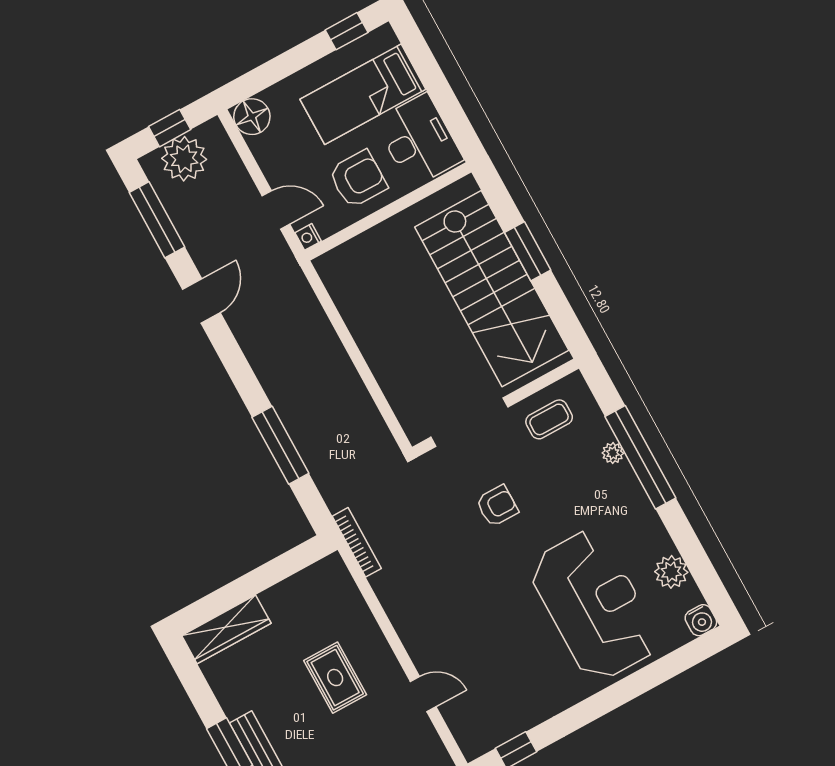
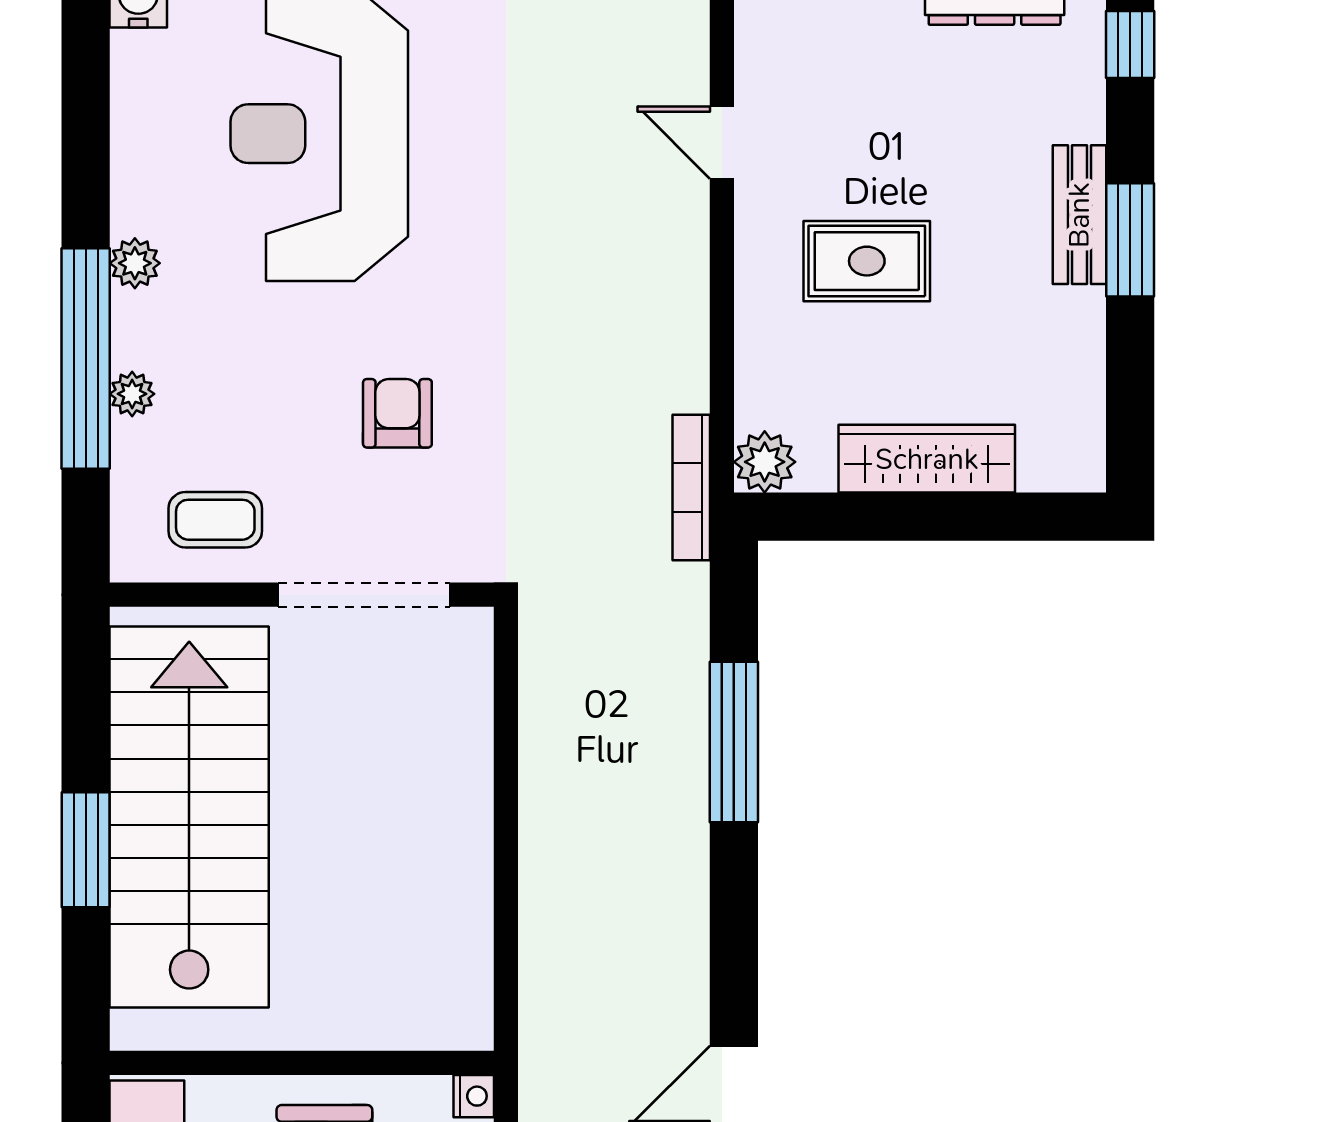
armchair: (497, 506) -> (397, 413), turned 90
plant: (332, 570) -> (765, 462), added
plant: (671, 572) -> (135, 263), moved, width x0.73, depth x0.73
wardrobe: (226, 629) -> (927, 459), moved
rug: (335, 678) -> (867, 261), turned 90

